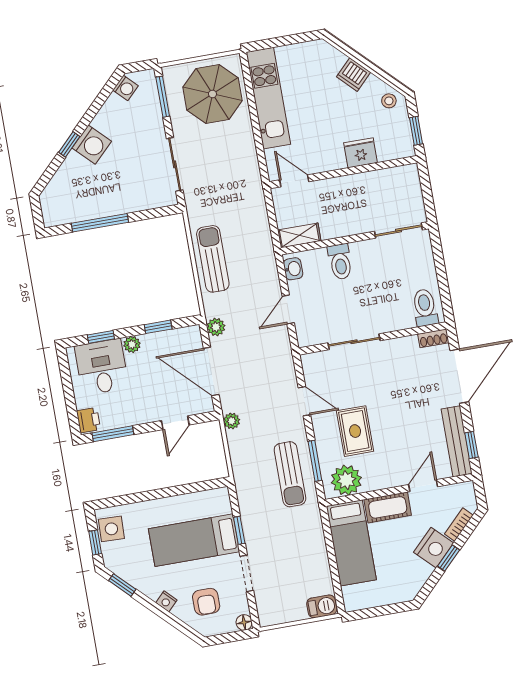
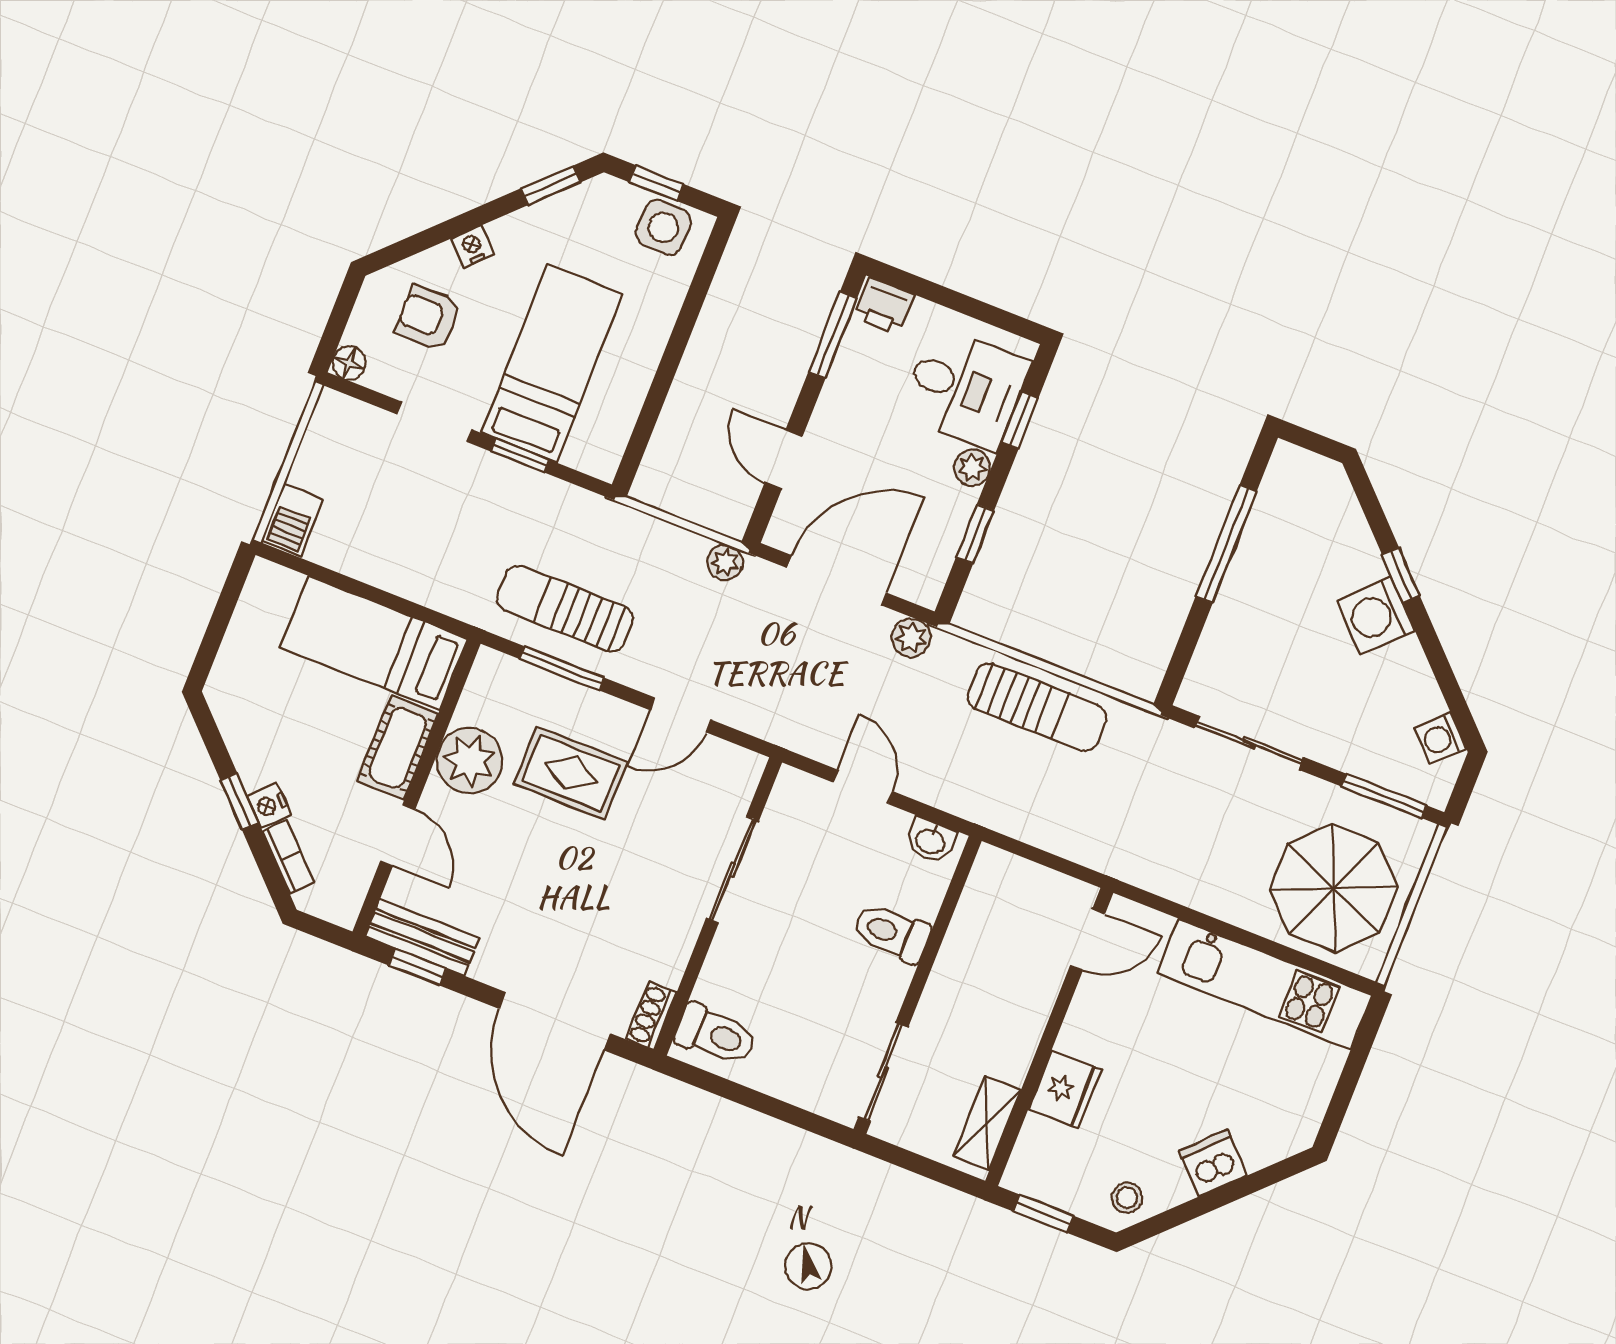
shelving: (299, 235) -> (987, 1123), moved
bench: (457, 441) -> (422, 937), width x0.73
plant: (346, 480) -> (470, 761), moved
nightstand: (434, 548) -> (269, 805), width x0.53, depth x0.56

